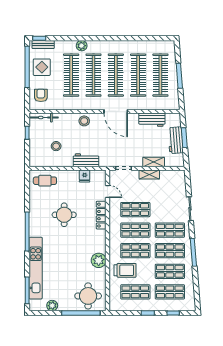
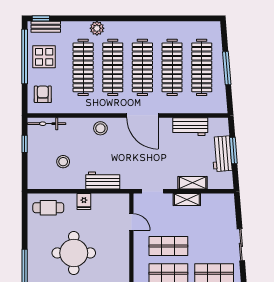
fridge: (85, 176) -> (84, 201), moved
round table: (64, 215) -> (74, 253), width x1.36, depth x1.36
locker: (101, 215) -> (123, 253), removed

